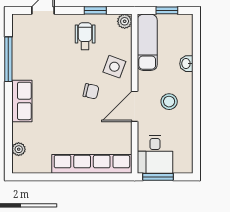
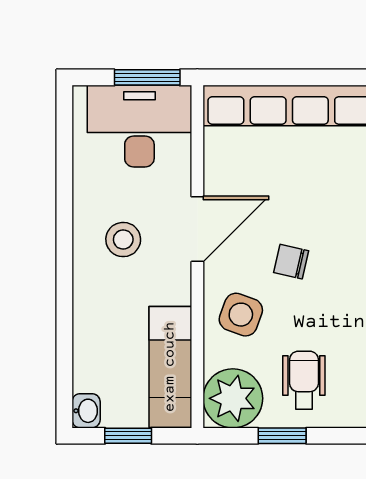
plant: (125, 21) -> (233, 398), width x1.88, depth x1.88
wheelchair: (85, 36) -> (304, 380), turned 180
washbasin: (186, 64) -> (86, 411), moved
desk: (155, 154) -> (139, 126), width x1.37

